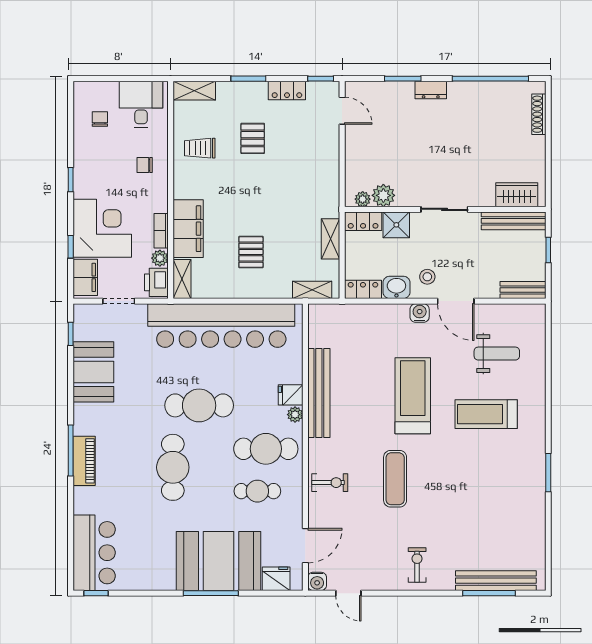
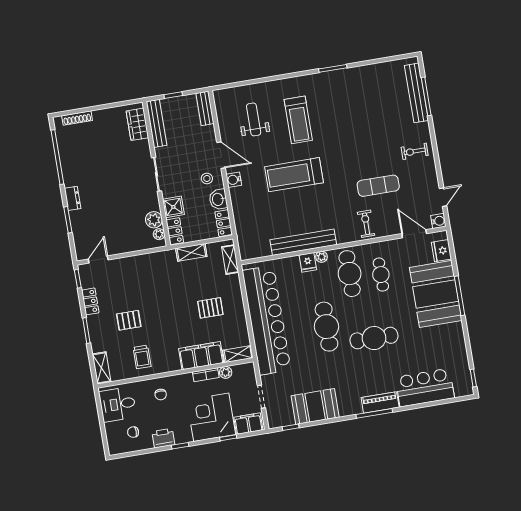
printer: (156, 282) -> (163, 438), moved, turned 180
door: (456, 301) -> (221, 155), hinge flipped
exercise mat: (395, 479) -> (378, 186), moved
bar counter: (94, 553) -> (425, 388), moved

